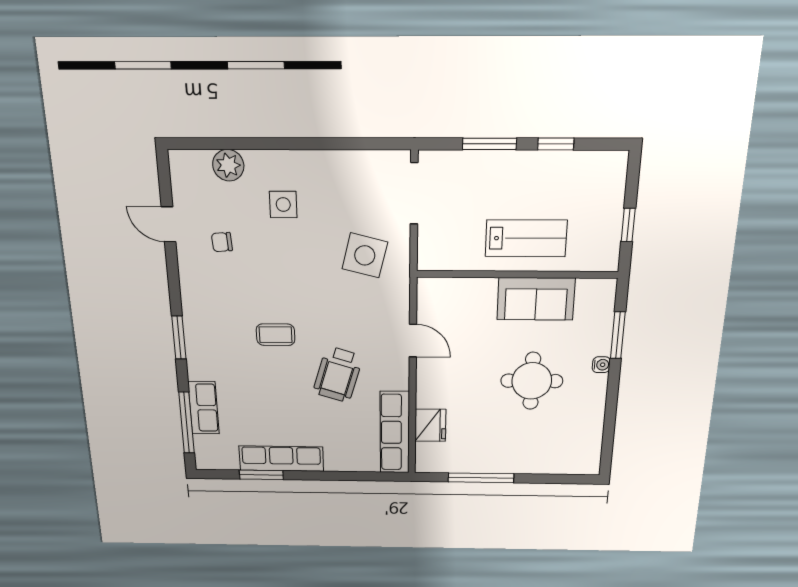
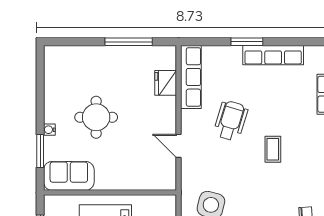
sofa: (536, 299) -> (69, 176), moved
coffee table: (276, 335) -> (273, 149), turned 90
window: (261, 475) -> (247, 42), moved

